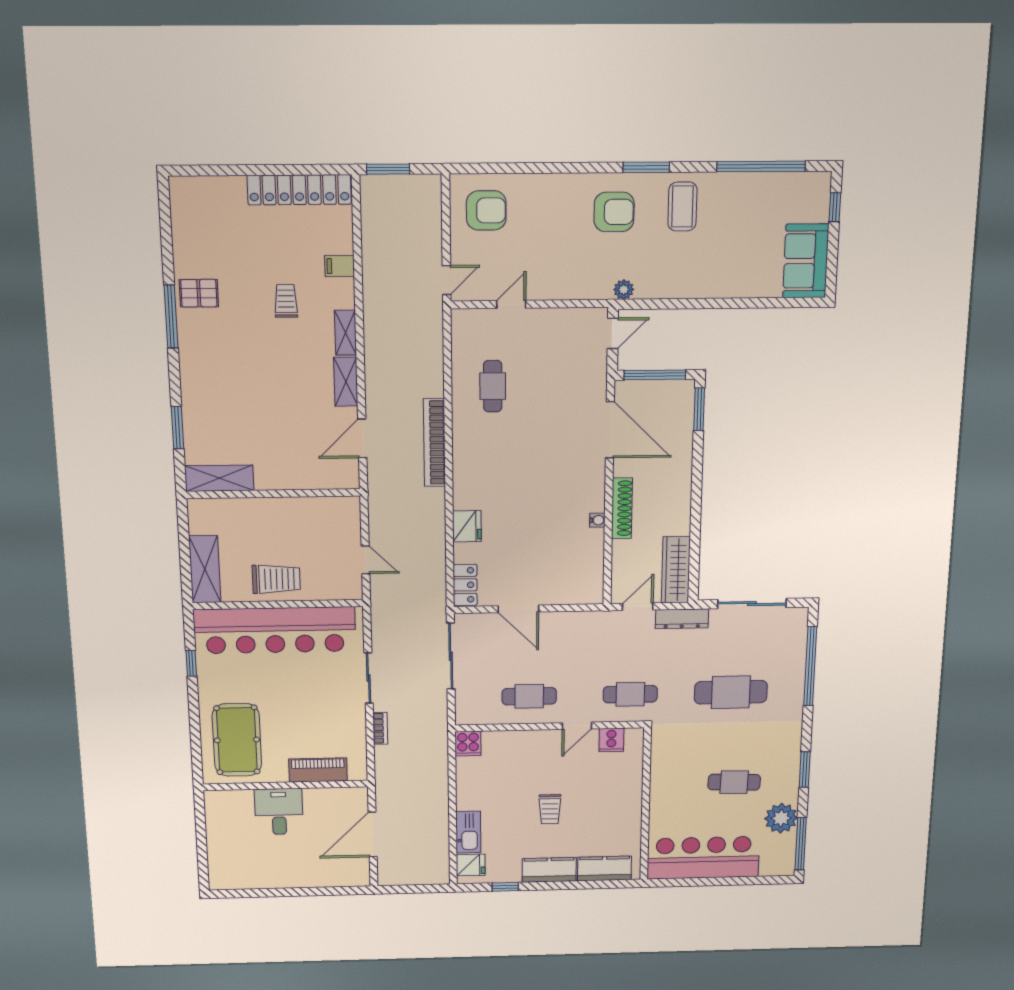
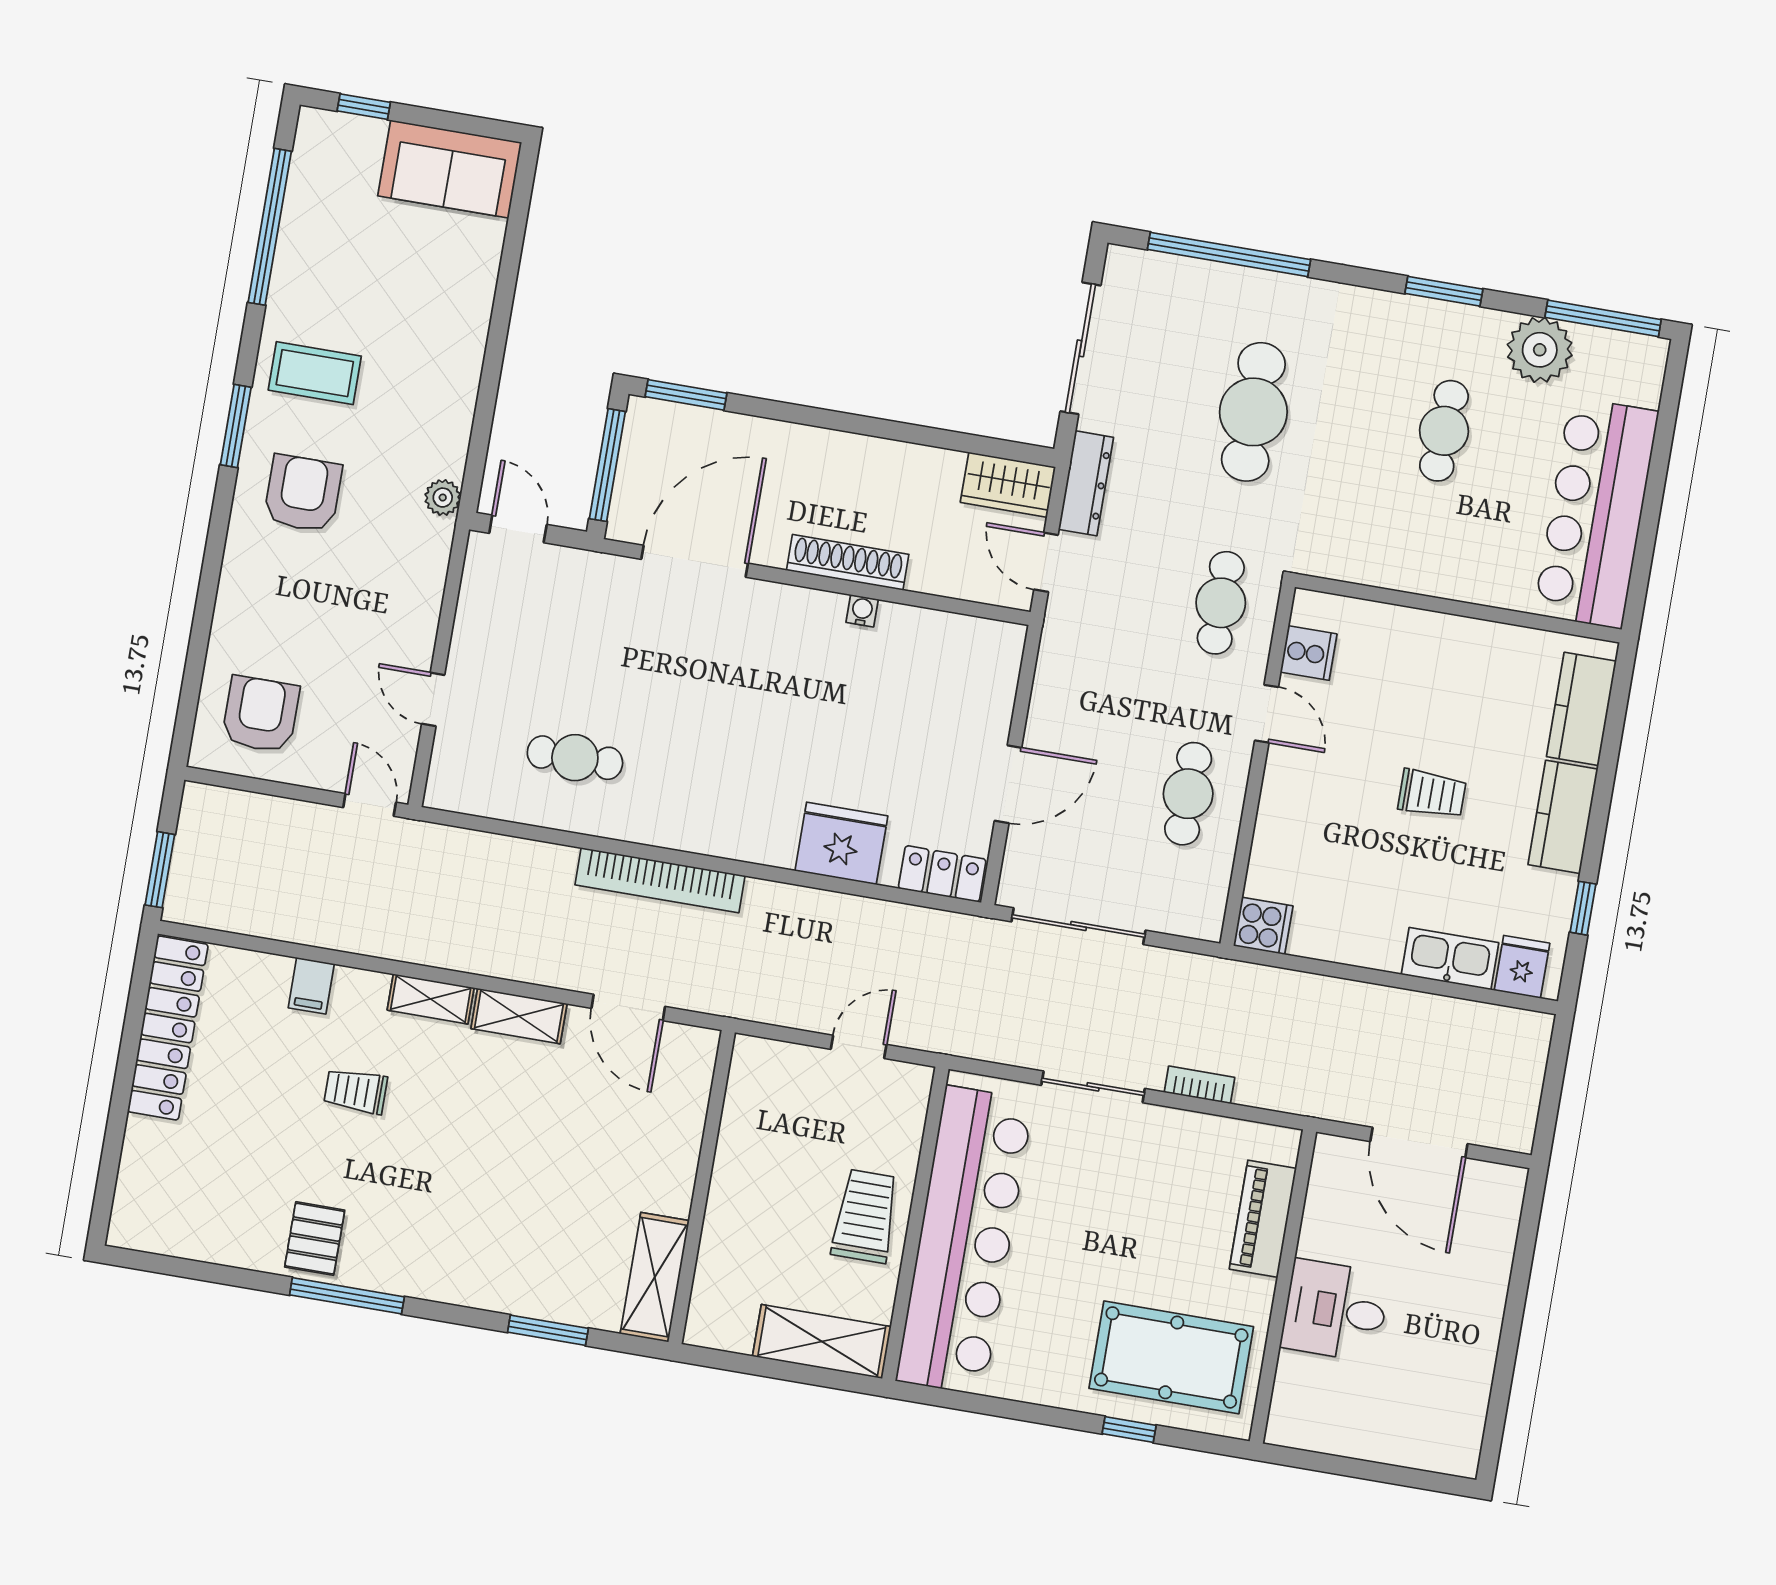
fridge: (467, 526) -> (841, 843), width x1.36, depth x1.34
wardrobe: (676, 570) -> (1008, 485), width x0.67
window: (191, 663) -> (1129, 1430), moved

